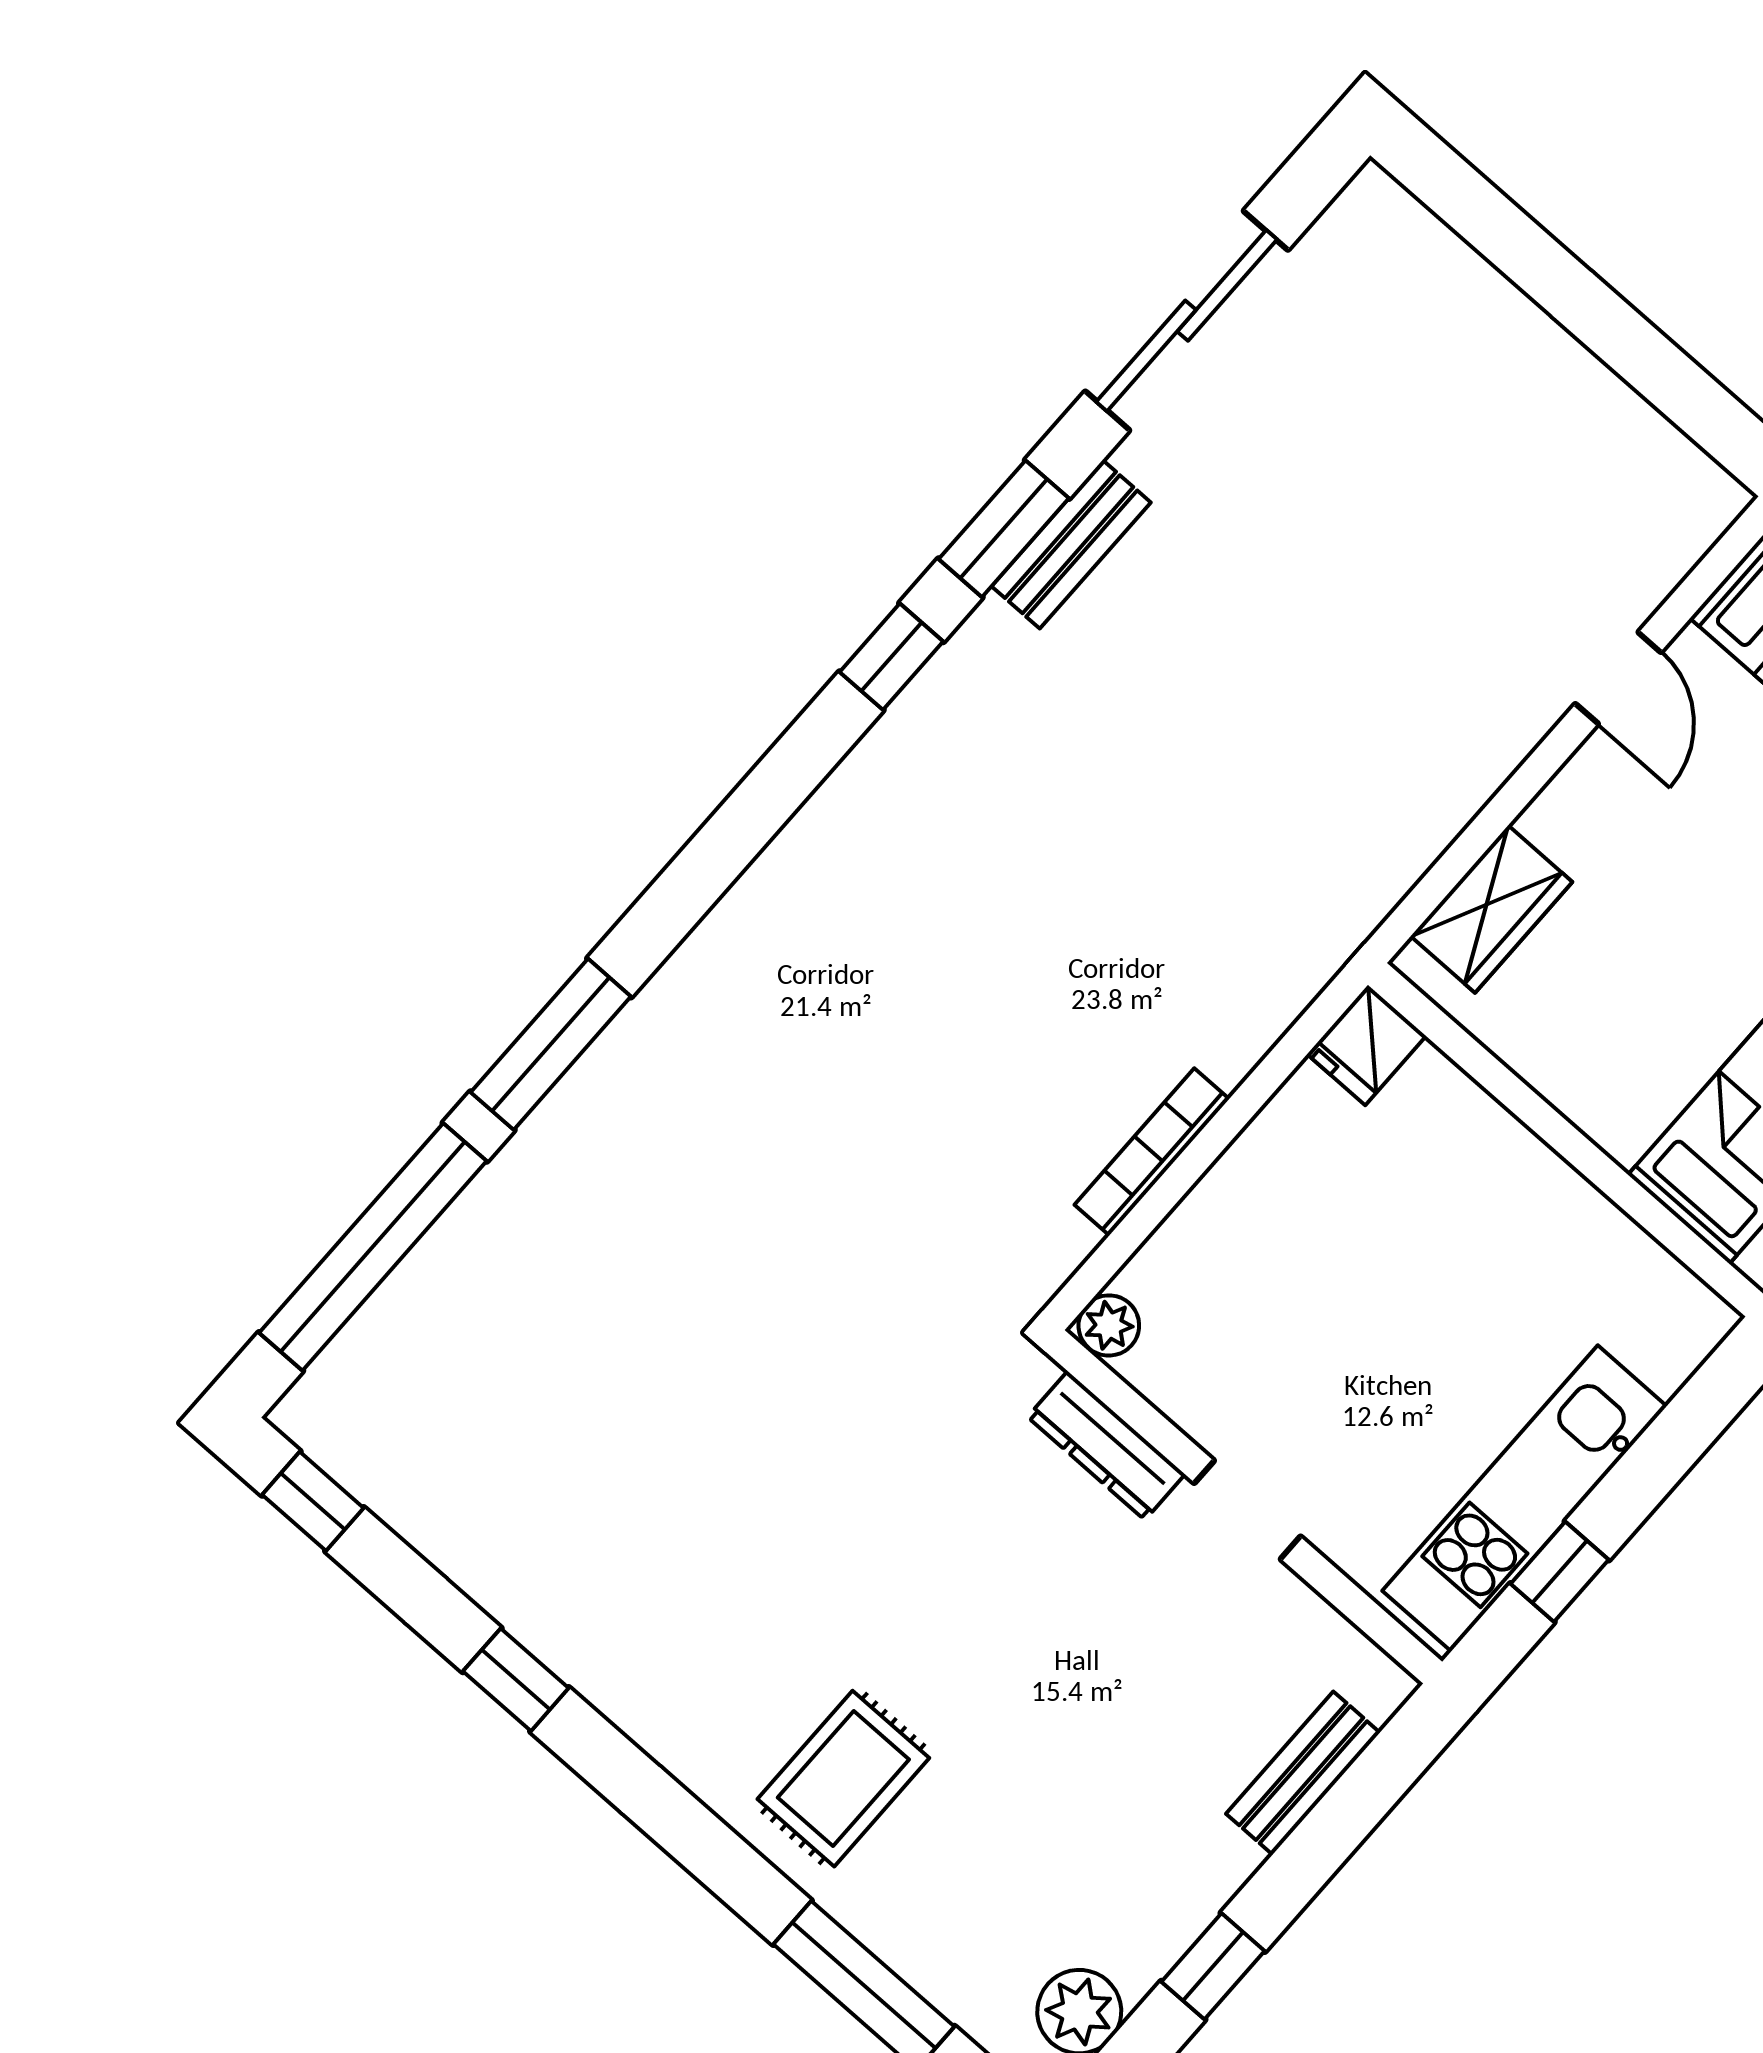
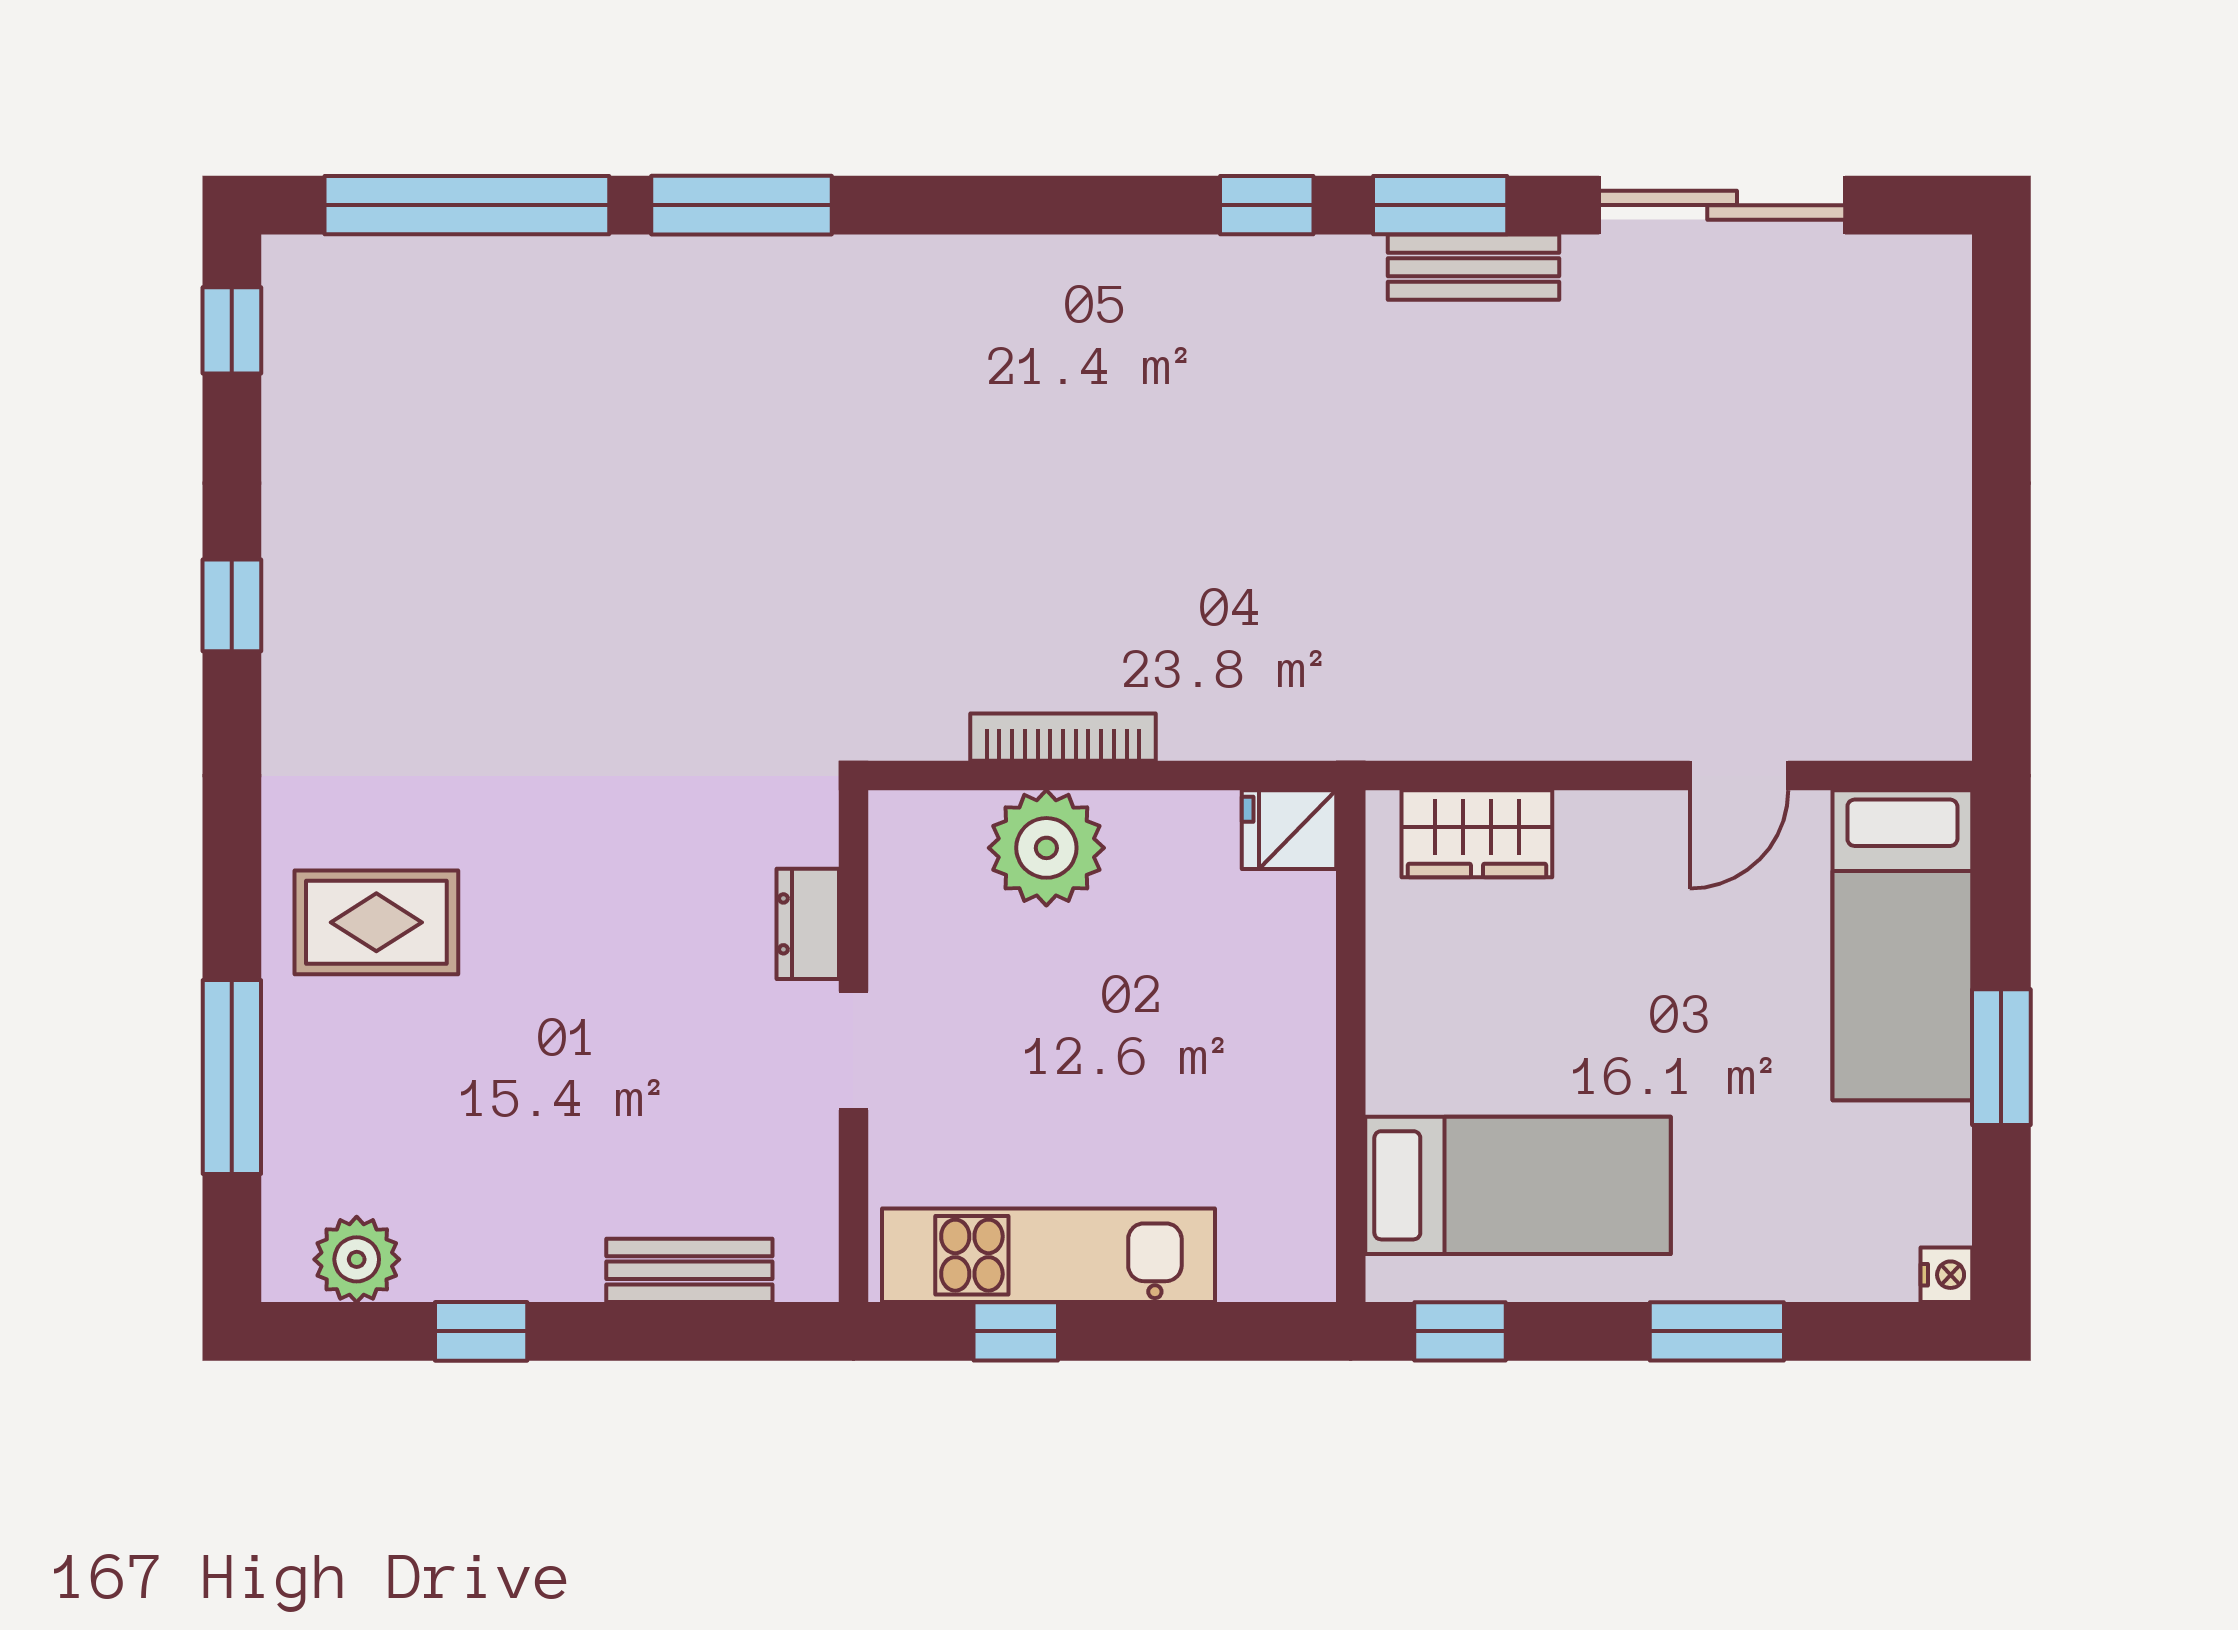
plant: (1109, 1325) -> (1046, 848), moved, width x1.87, depth x1.87
dresser: (1106, 1446) -> (808, 924), width x0.70

